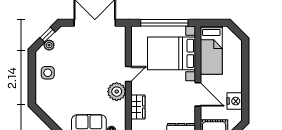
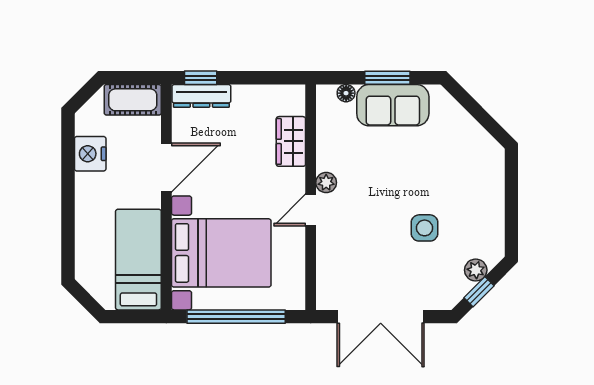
side table: (48, 73) -> (425, 228), moved
plant: (117, 92) -> (326, 183), width x0.53, depth x0.53
door: (198, 94) -> (166, 168), swing flipped

